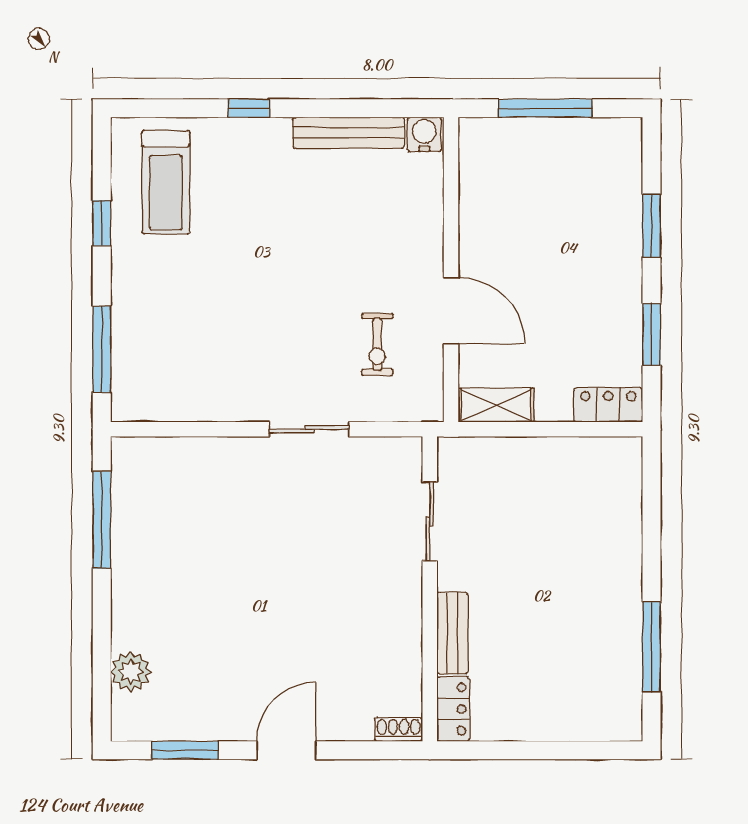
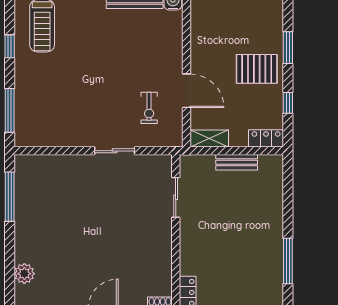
pallet: (590, 267) -> (257, 69), added
window: (652, 335) -> (288, 103), width x0.67
bench: (452, 633) -> (237, 162), moved, turned 90

